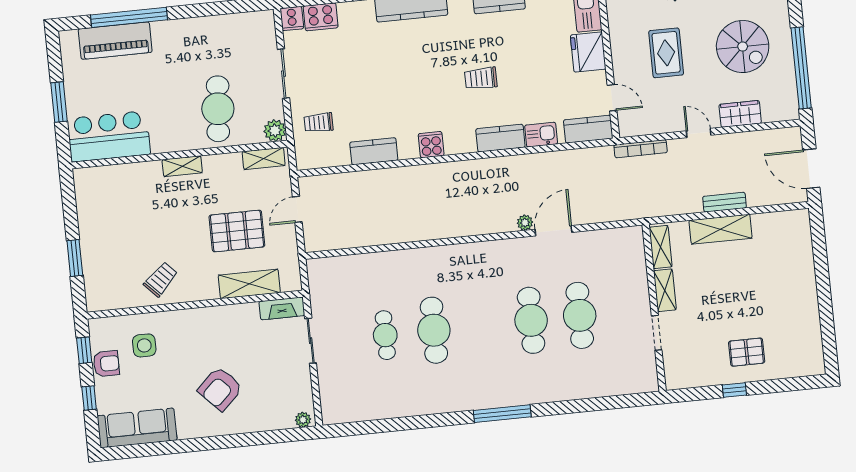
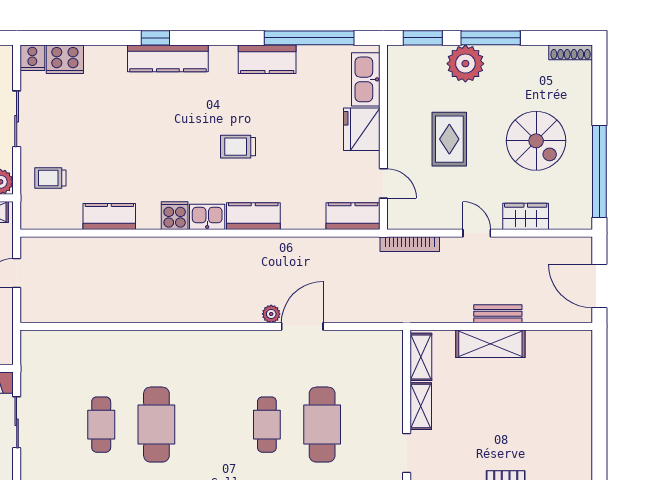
kitchen sink: (541, 135) -> (207, 217), moved
cafe table: (531, 320) -> (267, 425), width x0.73, depth x0.74

